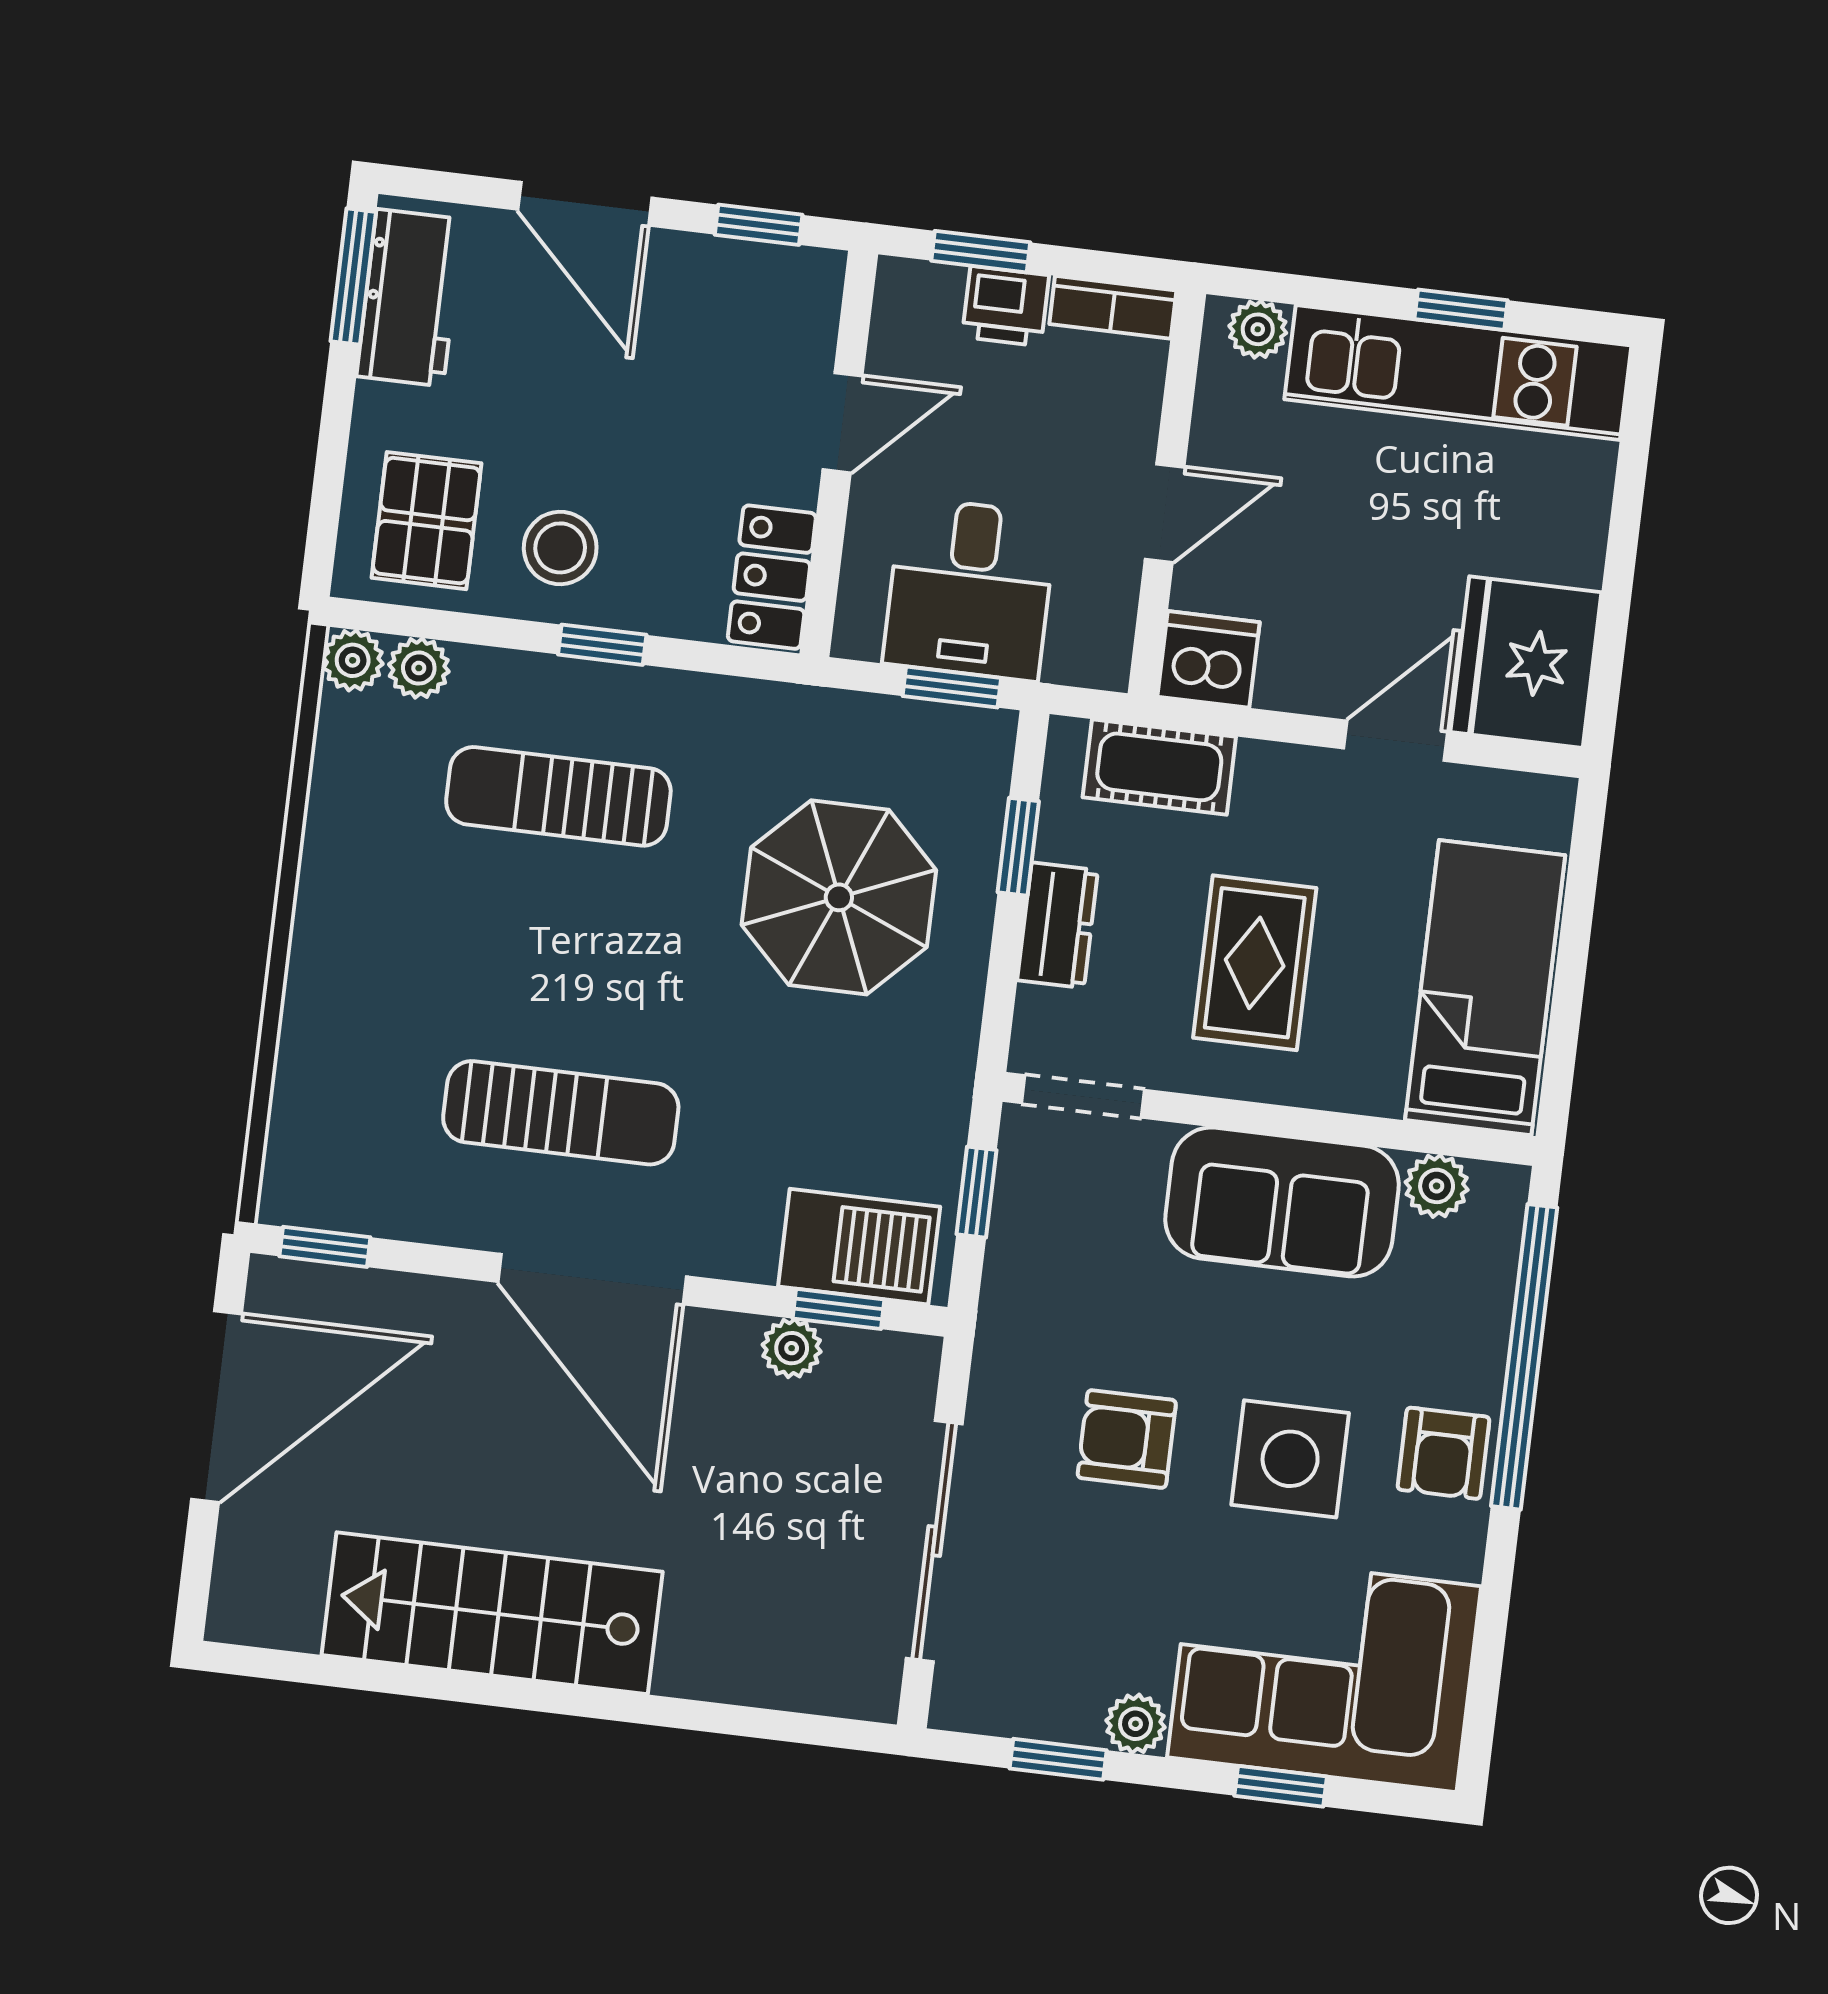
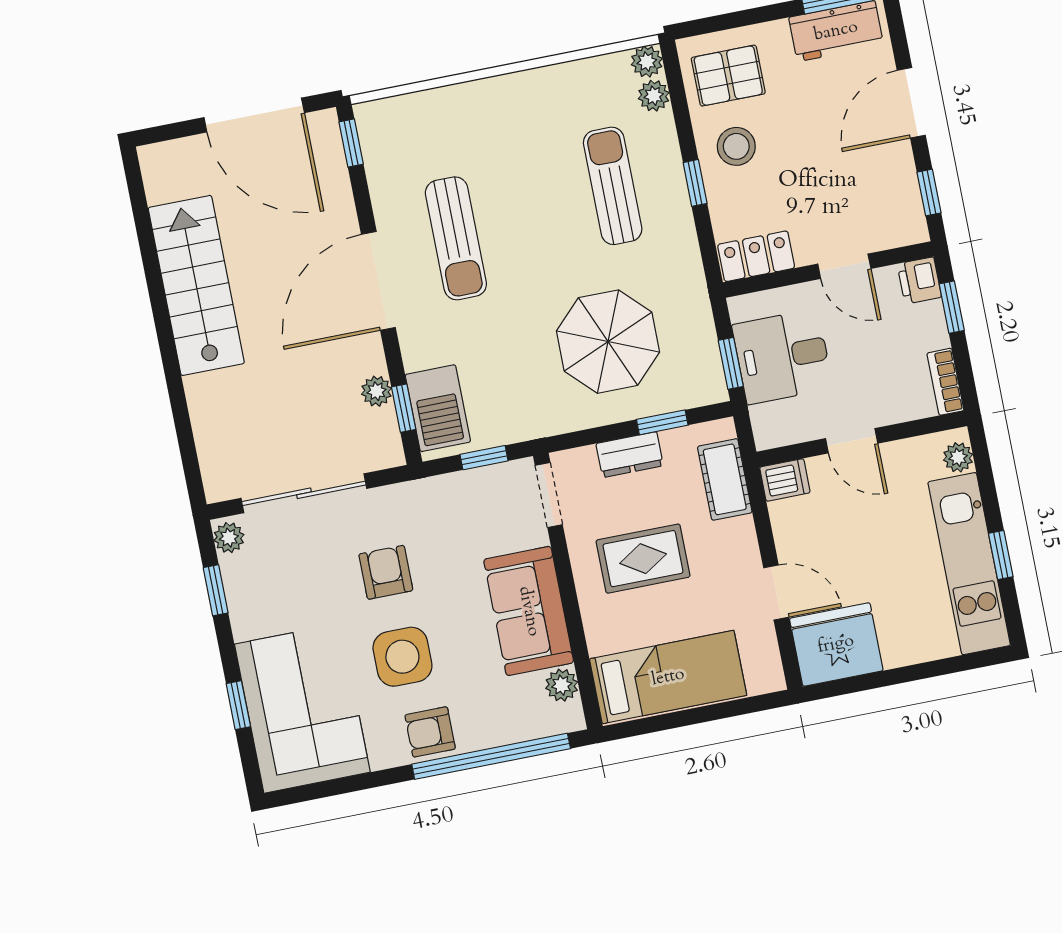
printer: (1006, 306) -> (919, 281), moved
dishwasher: (1209, 659) -> (785, 480), width x0.73
plant: (1135, 1724) -> (229, 538), moved

